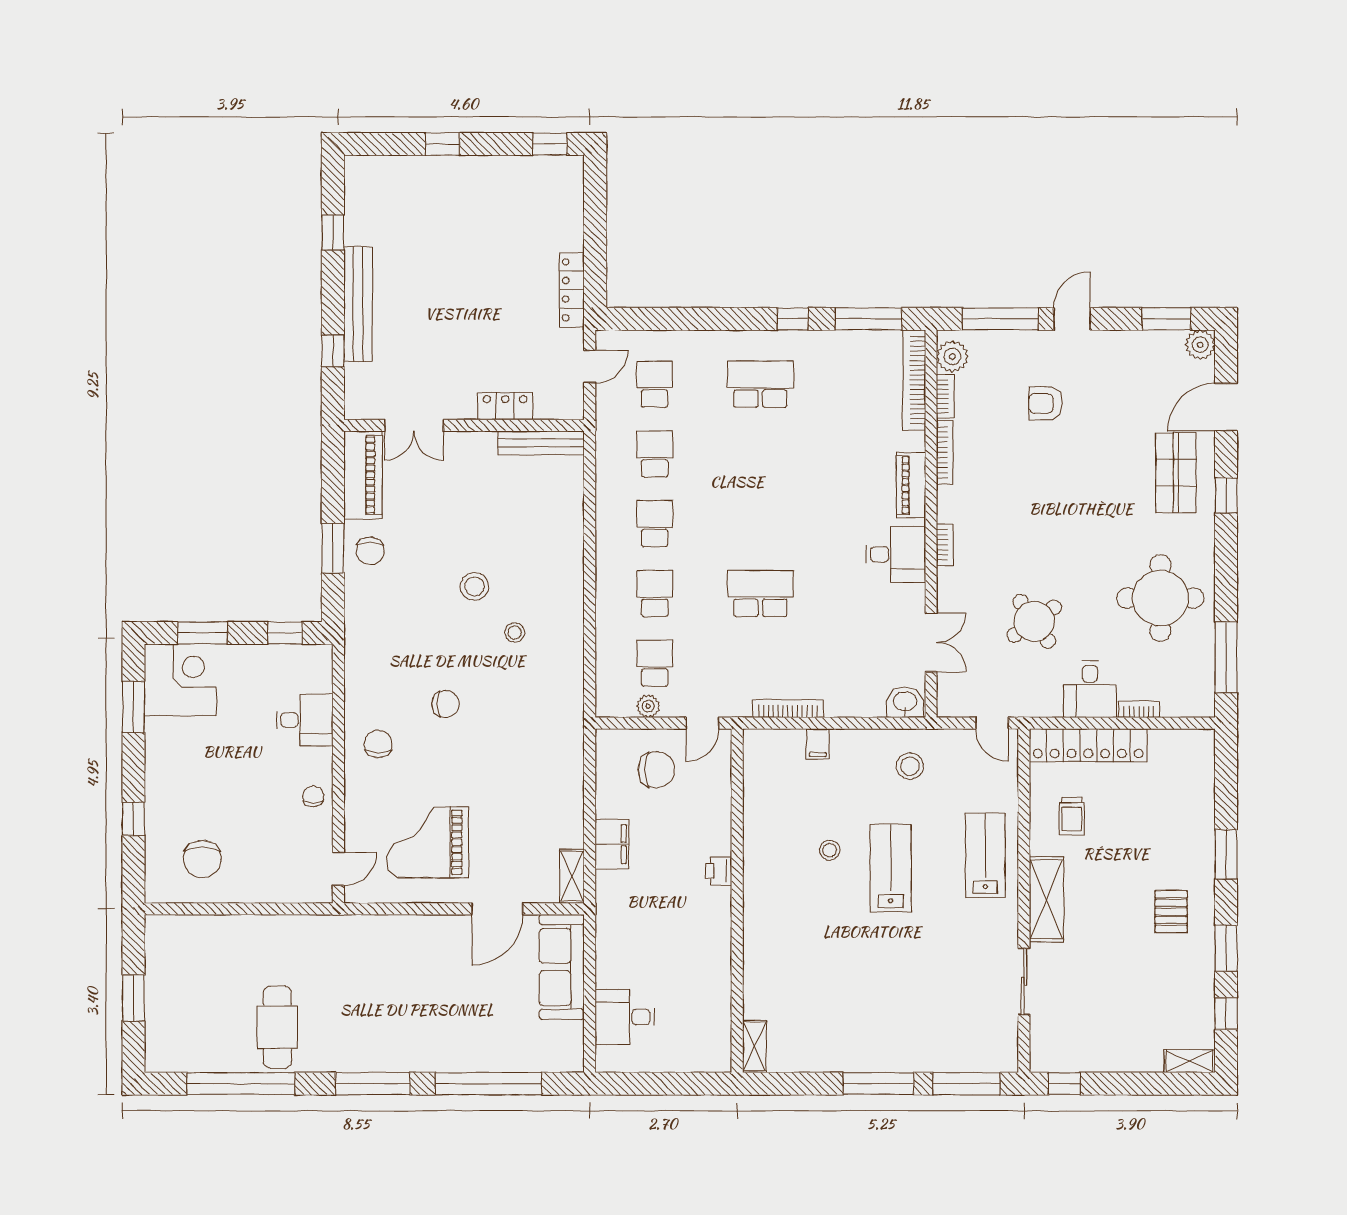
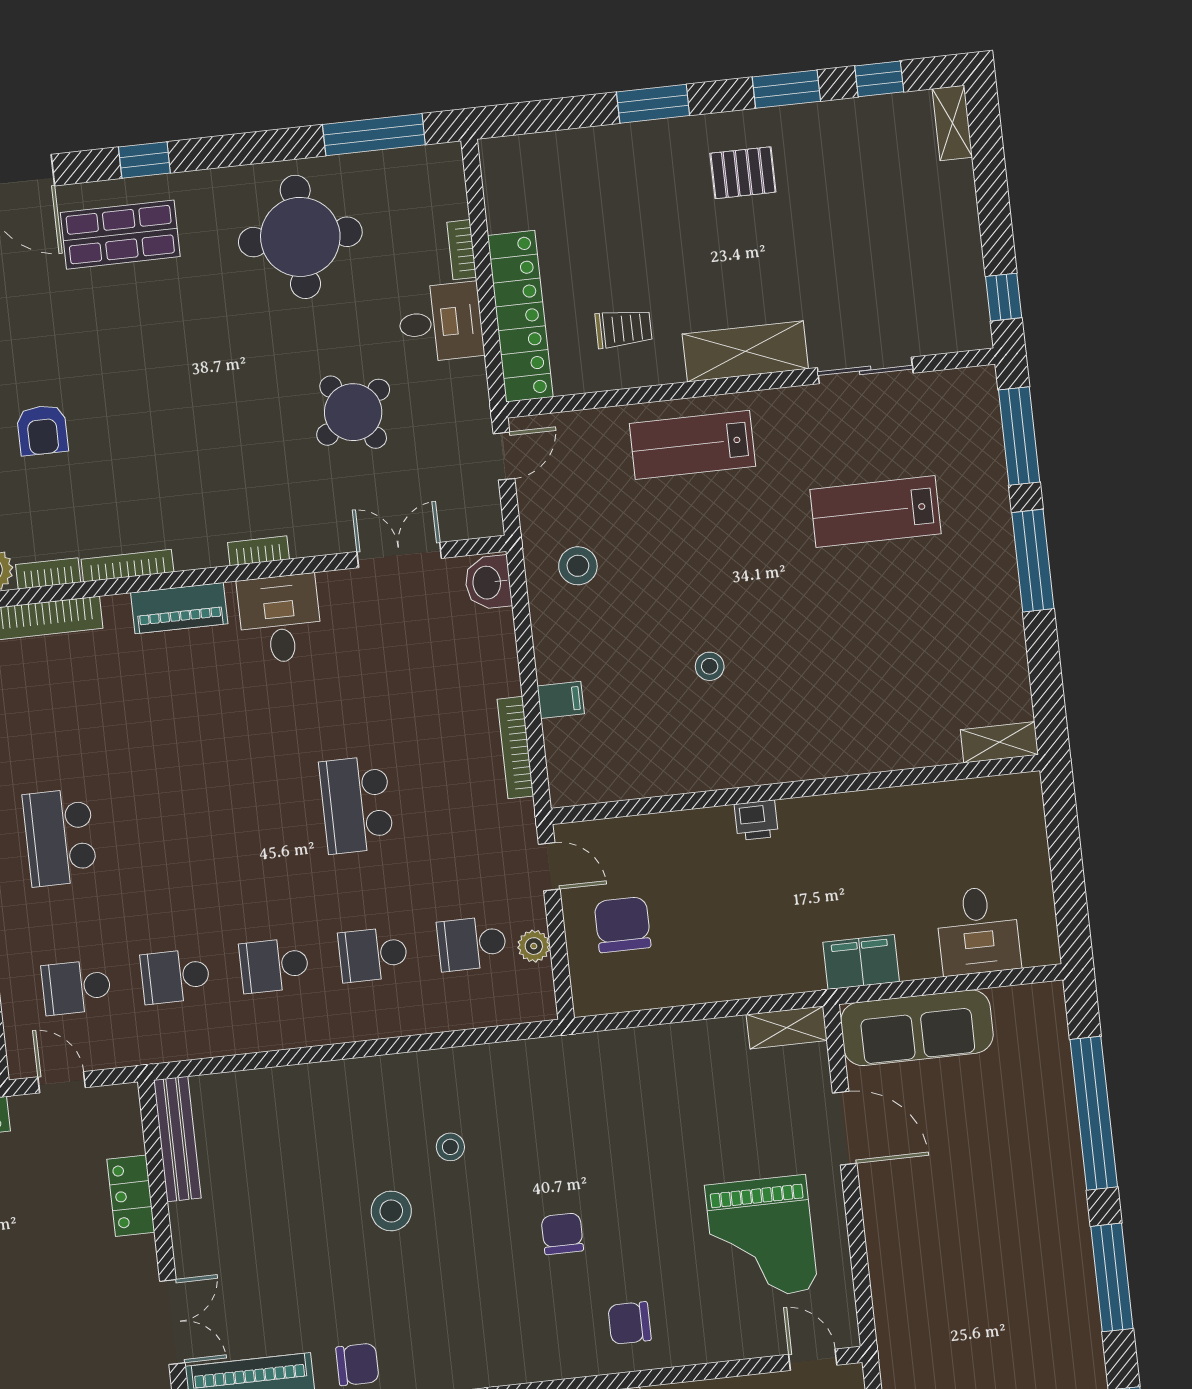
filing cabinet: (612, 844) -> (861, 962), moved
lab bench: (891, 868) -> (876, 512), moved

